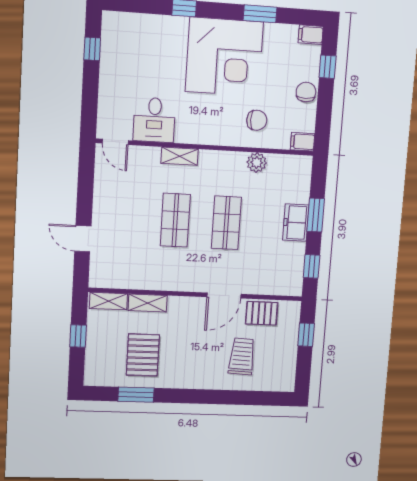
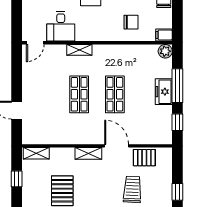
door: (115, 142) -> (35, 43), hinge flipped
plant: (257, 163) -> (165, 51), moved
window: (316, 215) -> (177, 86), width x1.44
door: (224, 295) -> (117, 146), swing flipped
shelving: (148, 303) -> (88, 153), moved
window: (306, 335) -> (177, 192), moved

